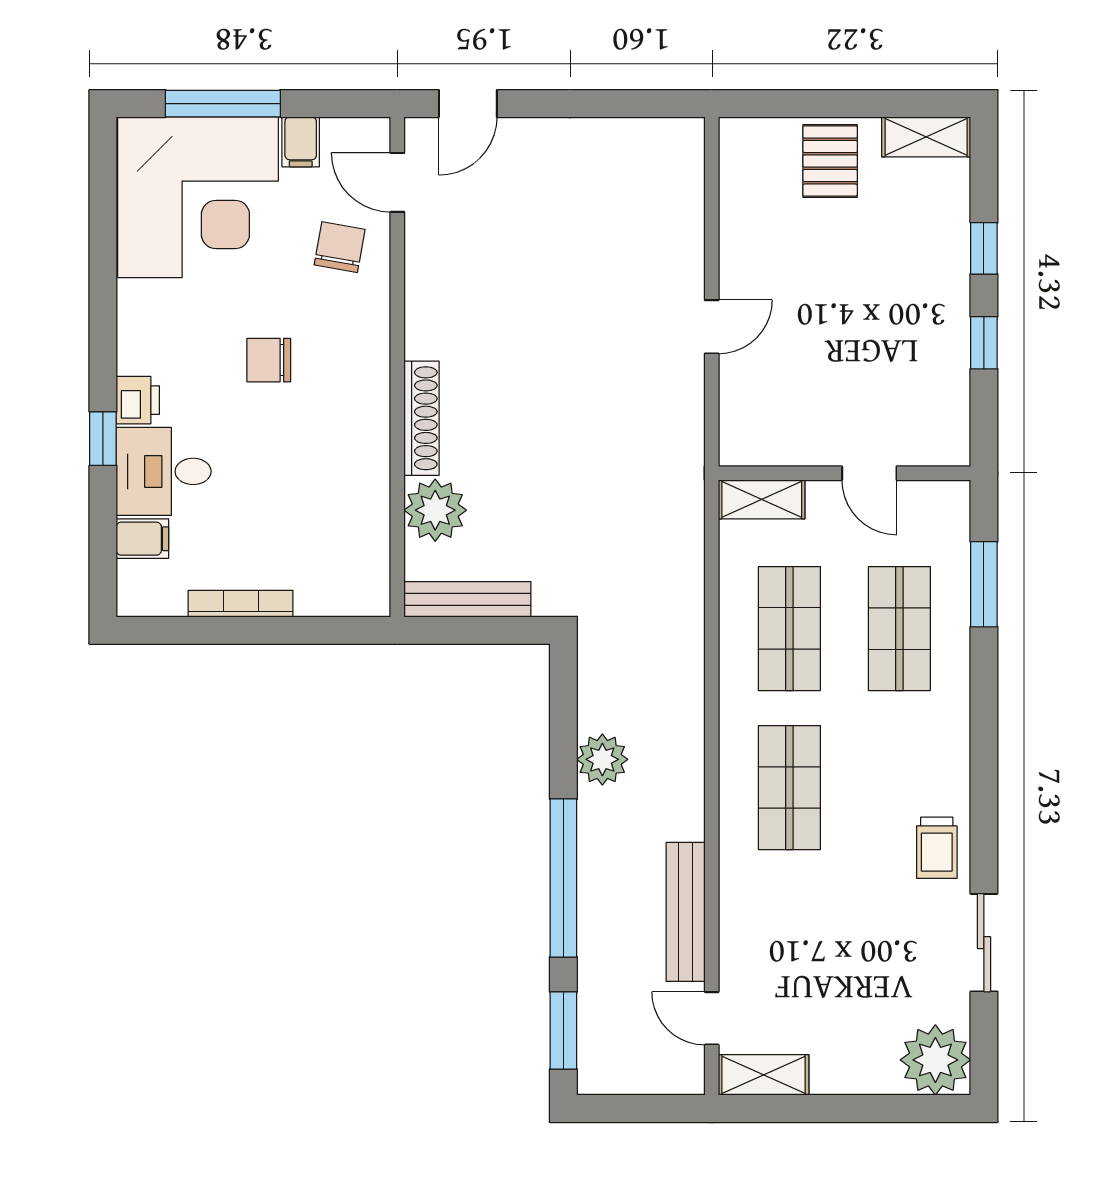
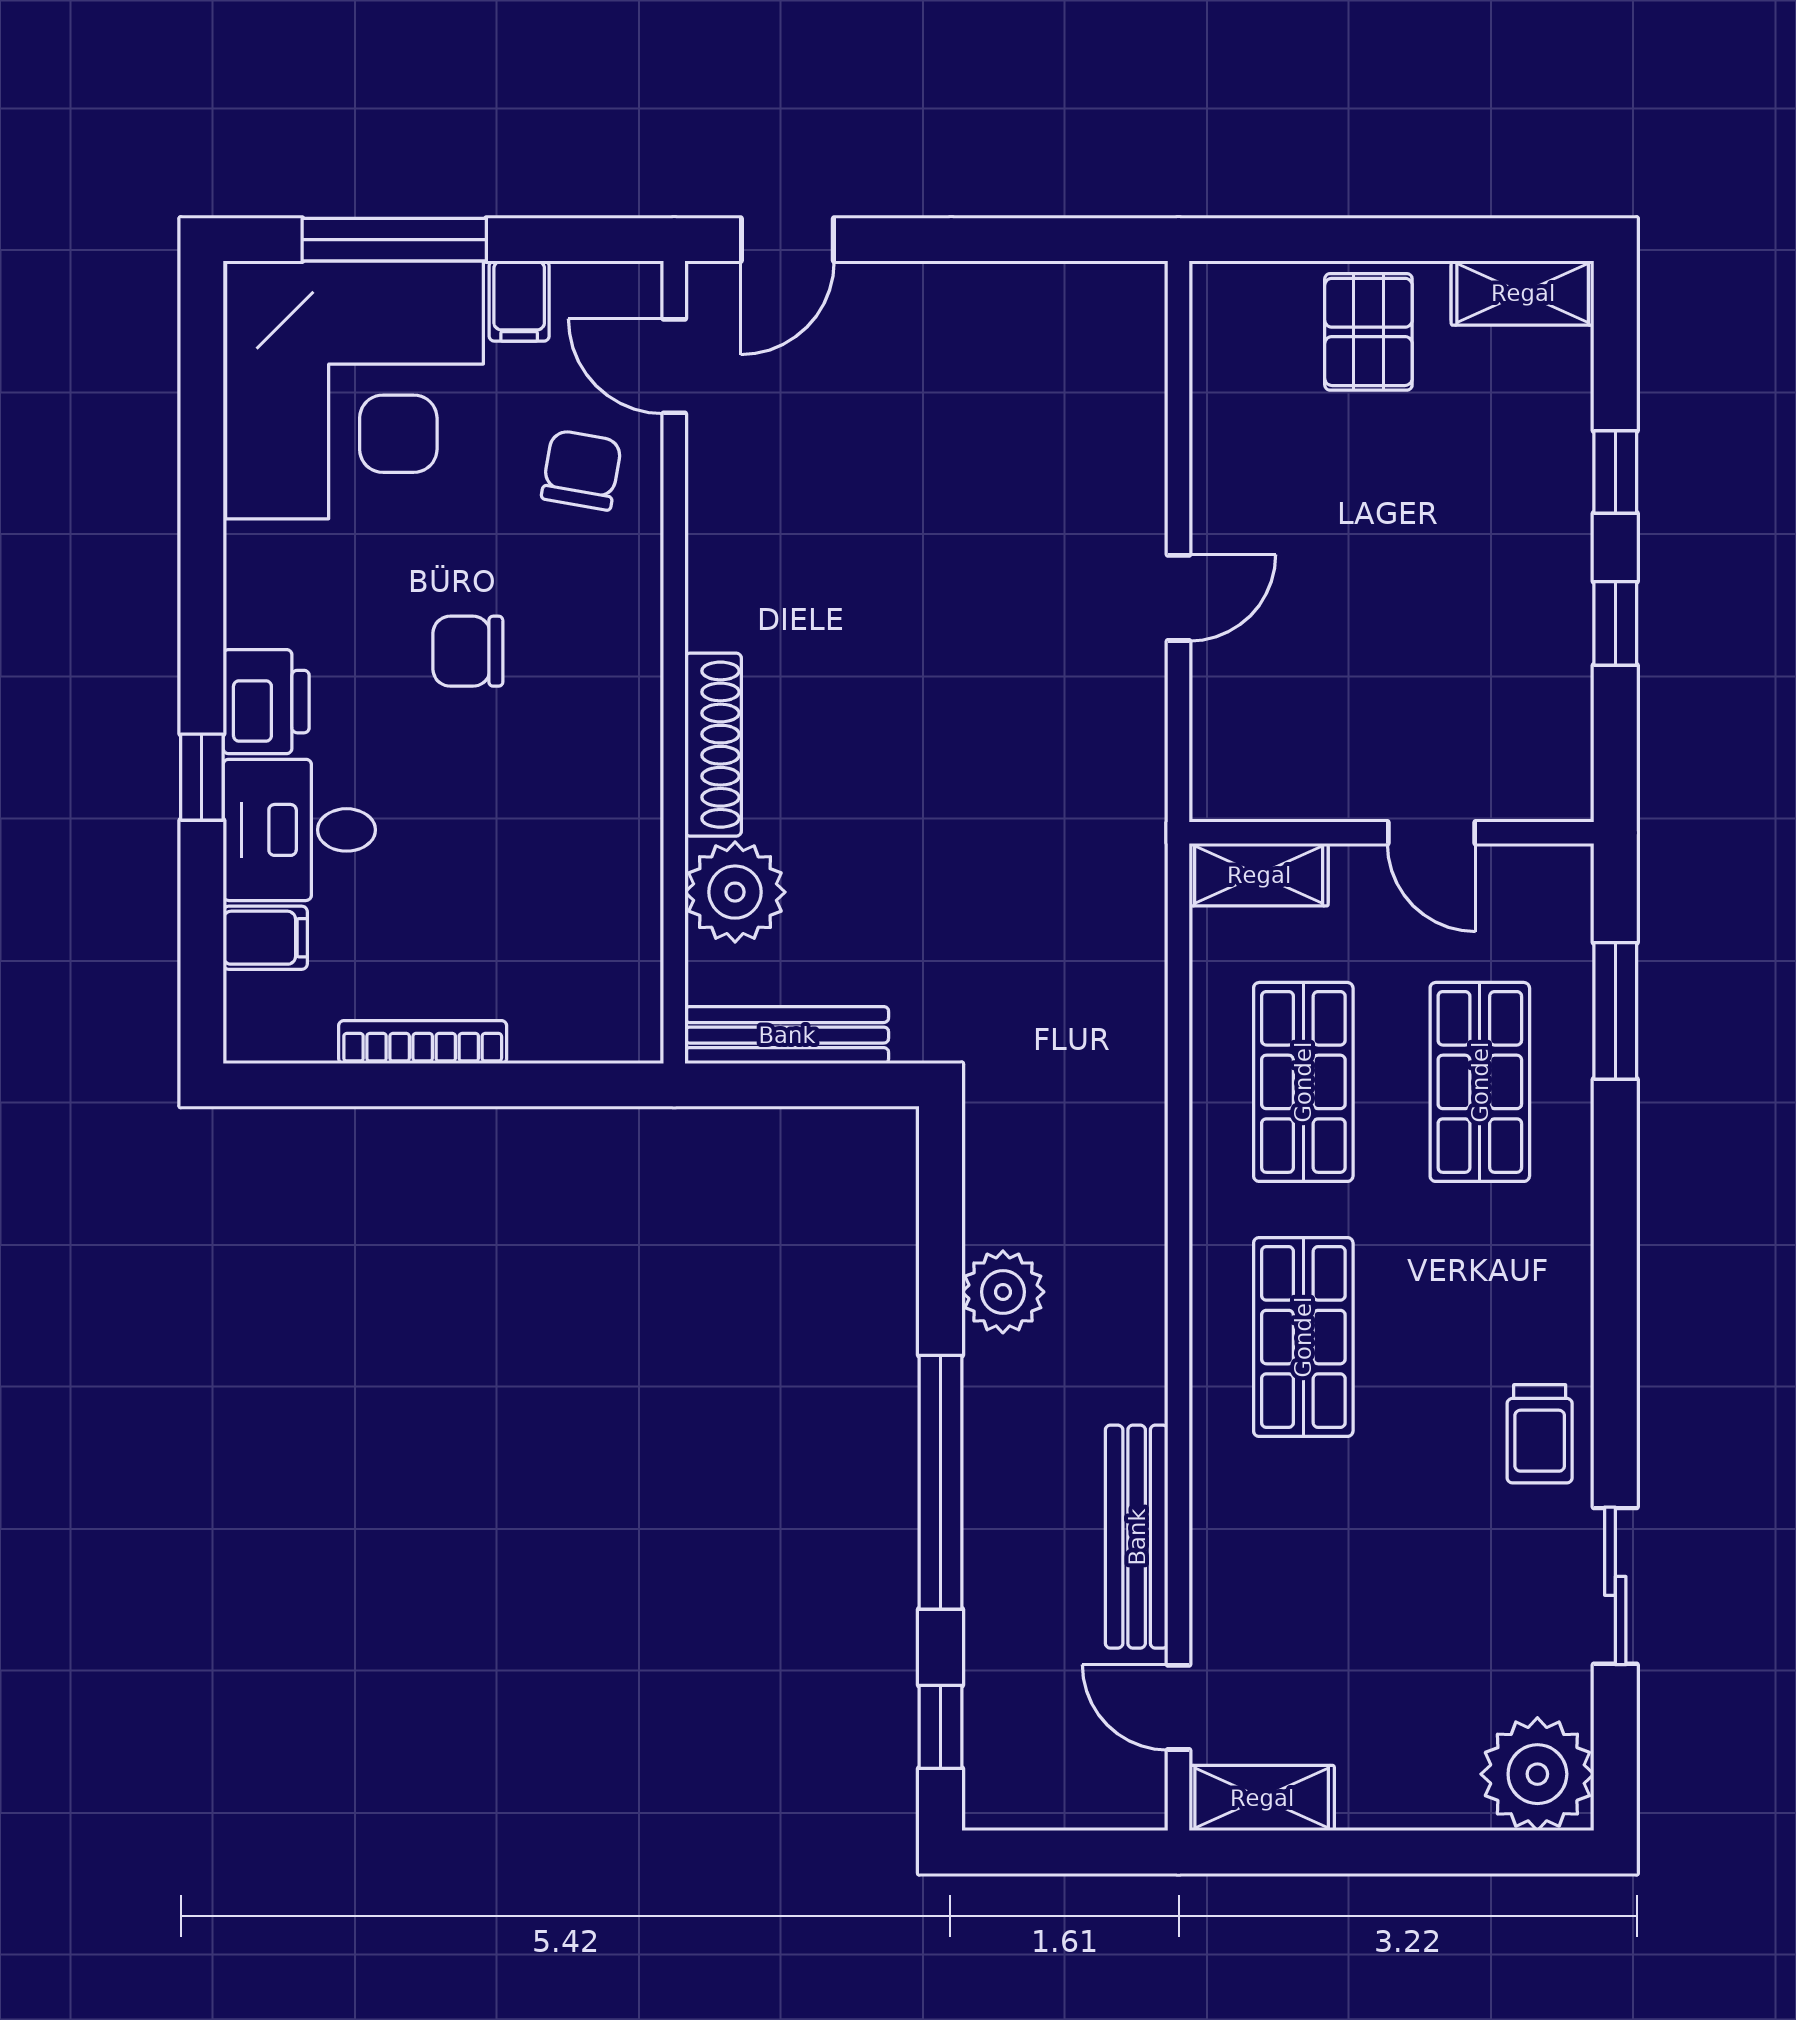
printer: (138, 400) -> (266, 702), width x1.36, depth x1.24
window: (563, 1031) -> (941, 1727), width x0.67

